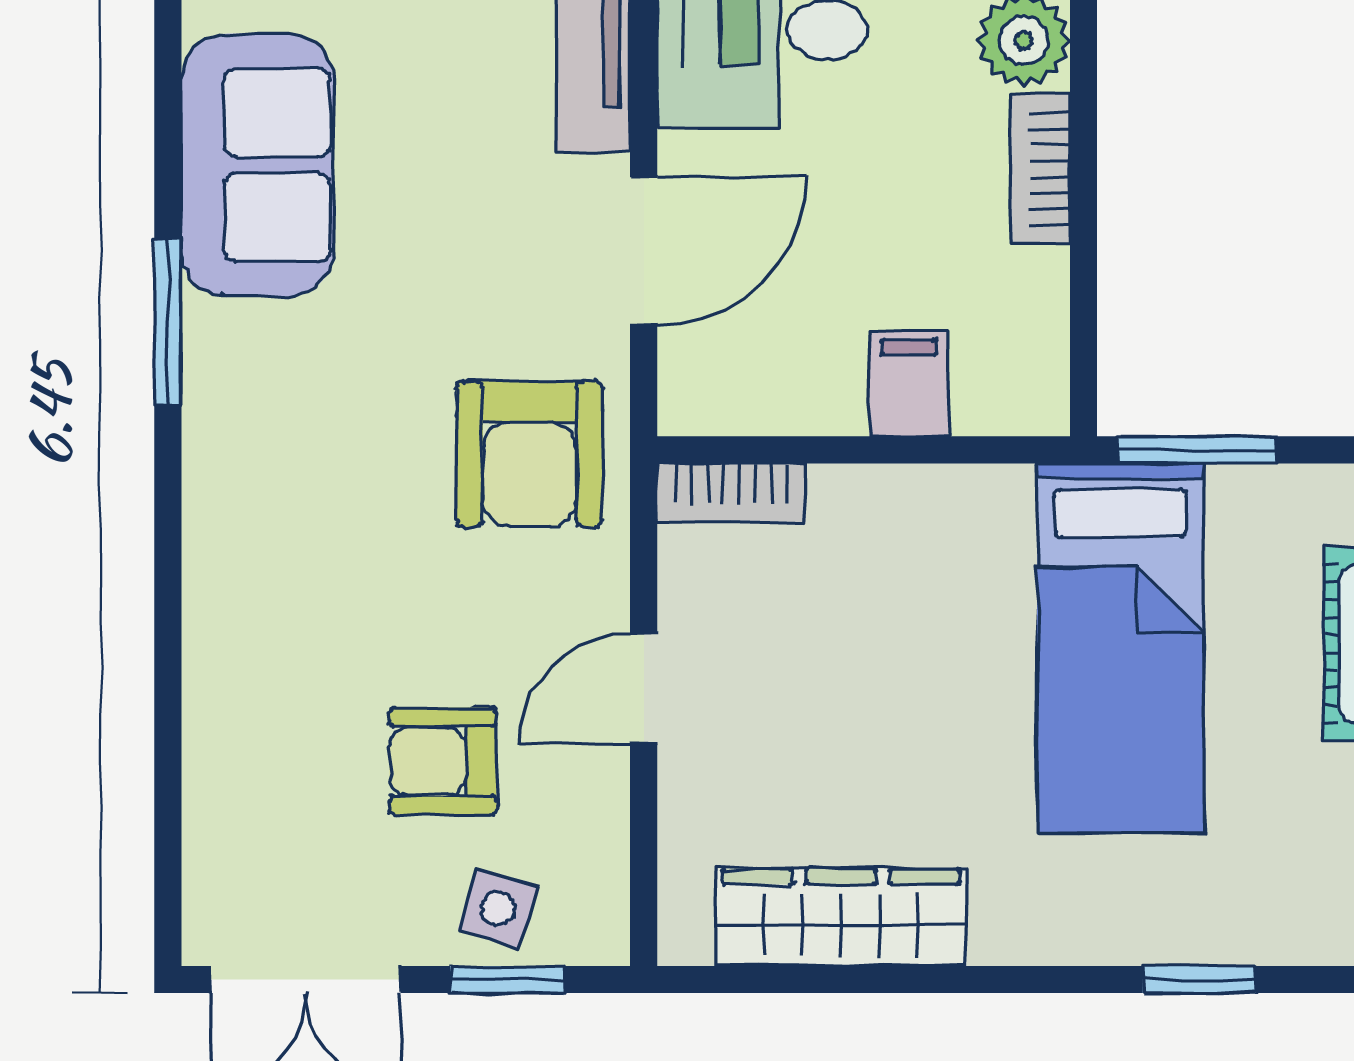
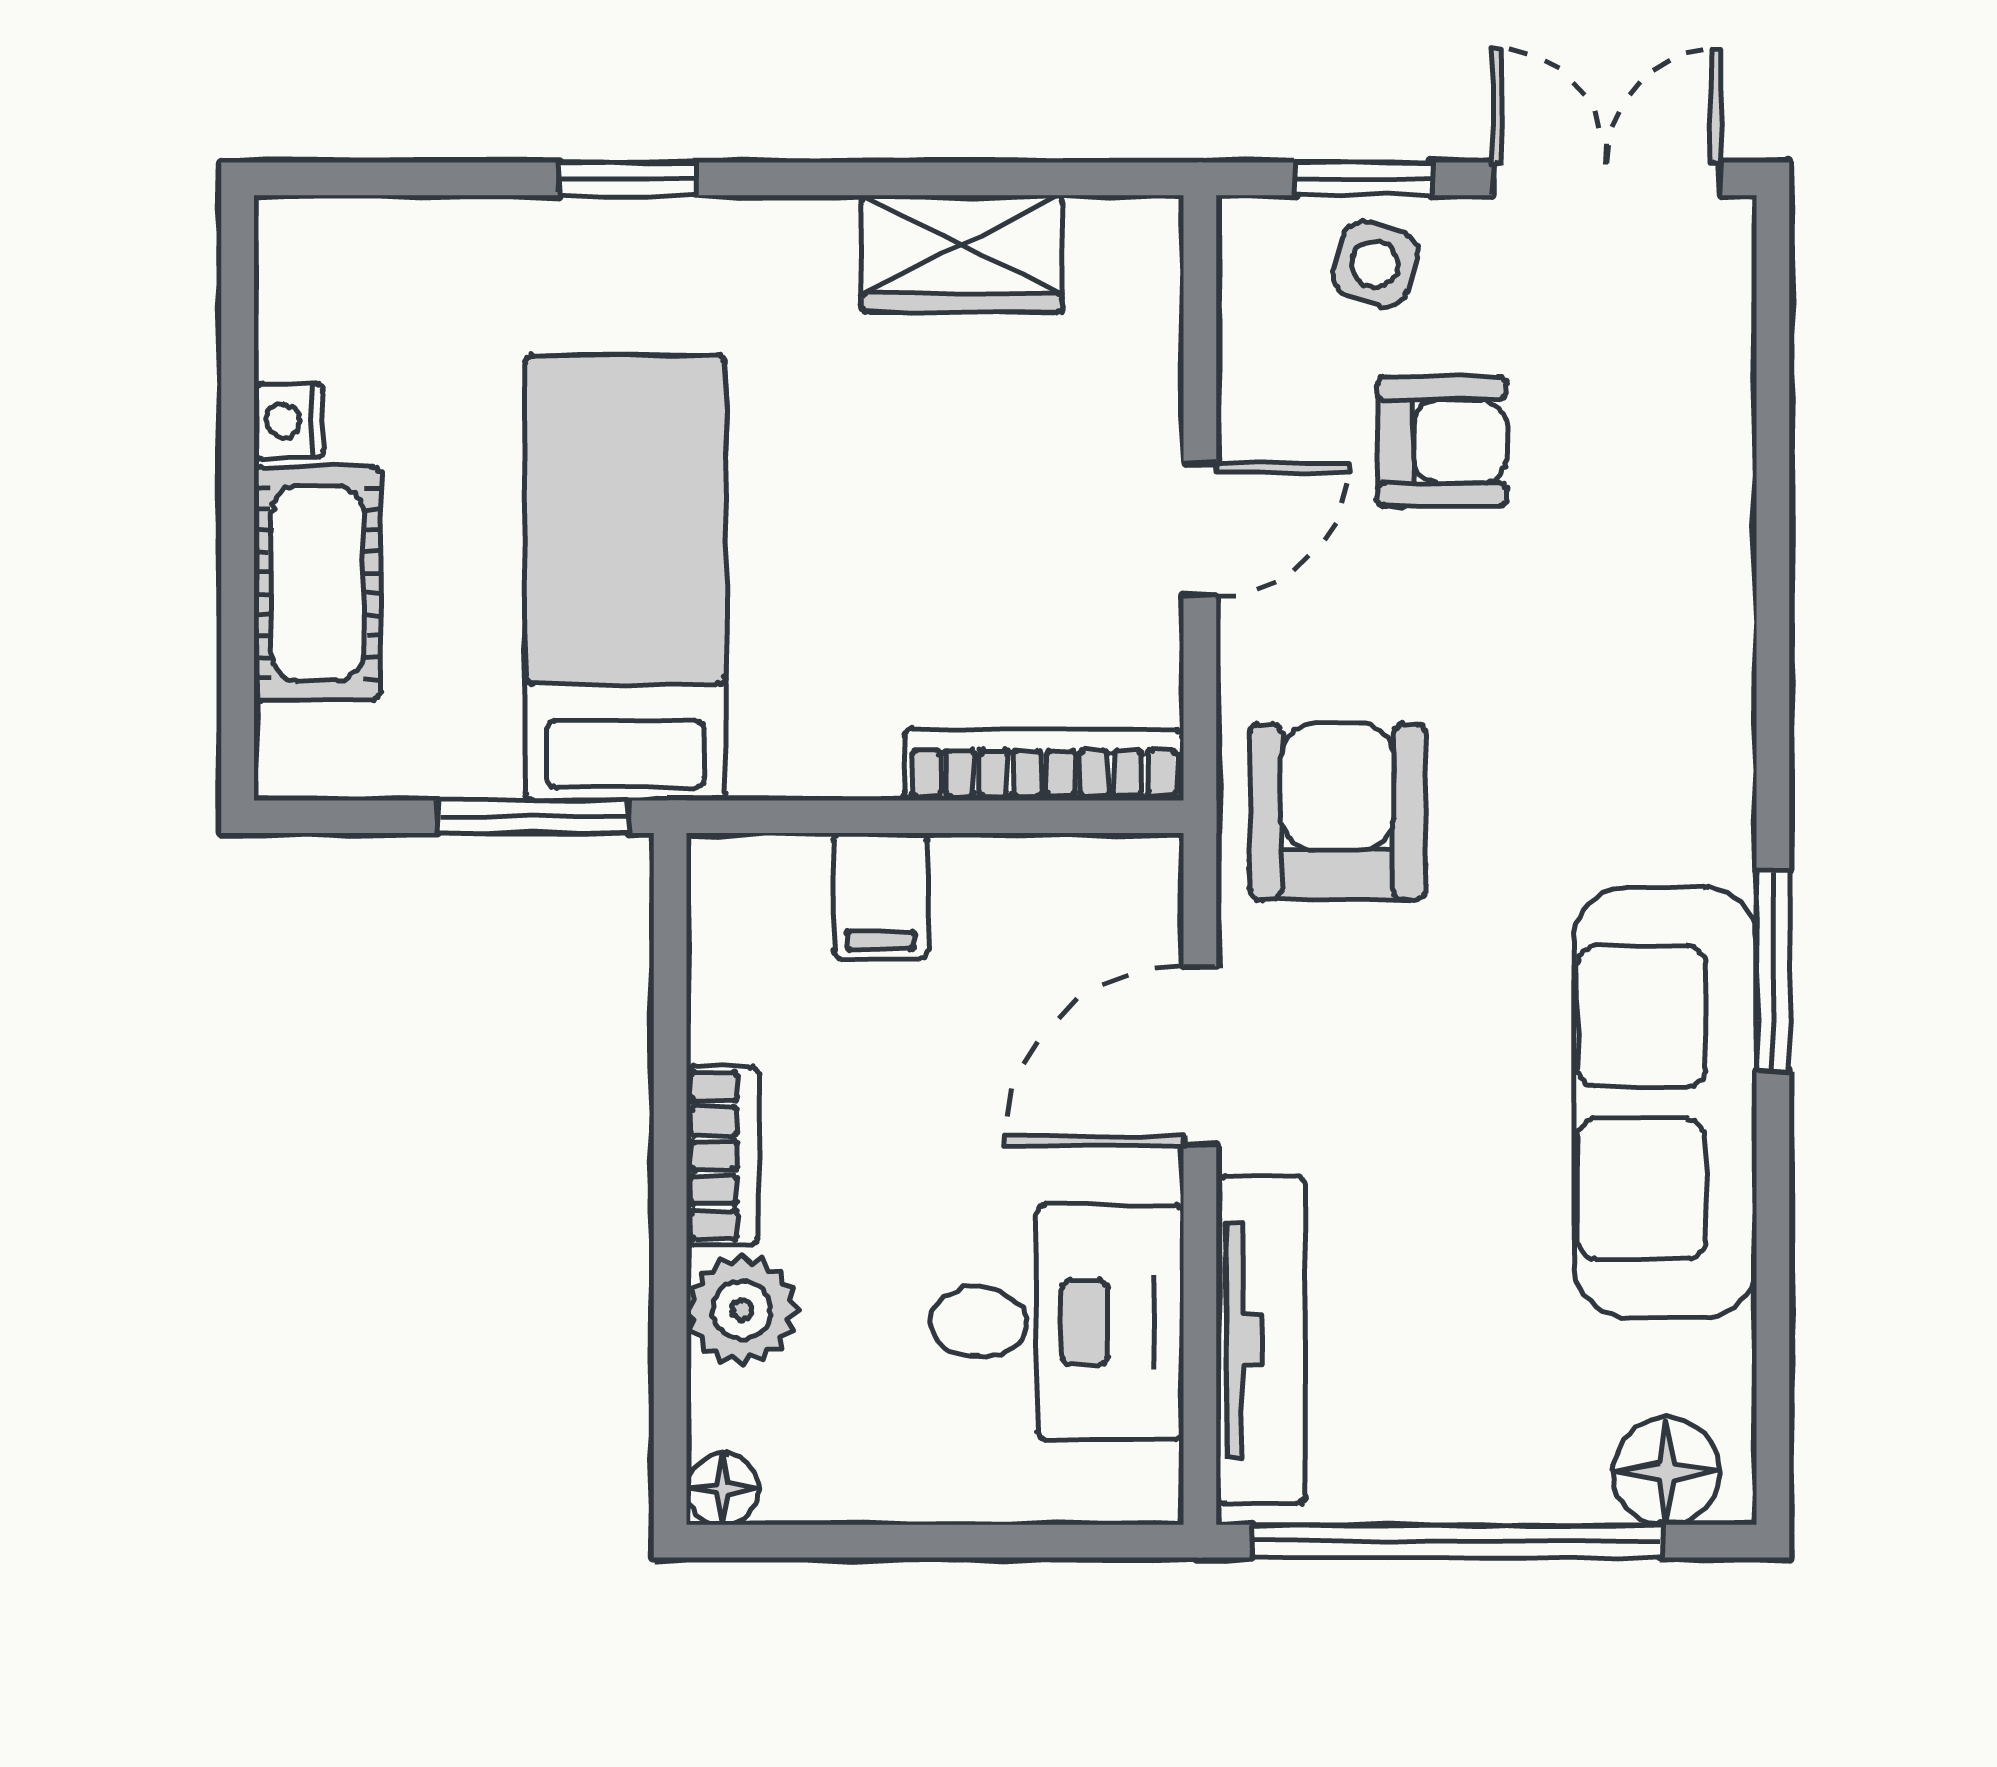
sofa: (257, 165) -> (1665, 1103), width x1.36
bookcase: (731, 493) -> (1044, 765), width x1.56
wardrobe: (841, 917) -> (962, 254), width x0.67
window: (1199, 979) -> (627, 179), moved

